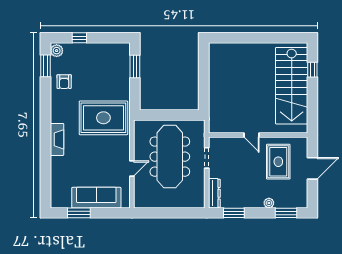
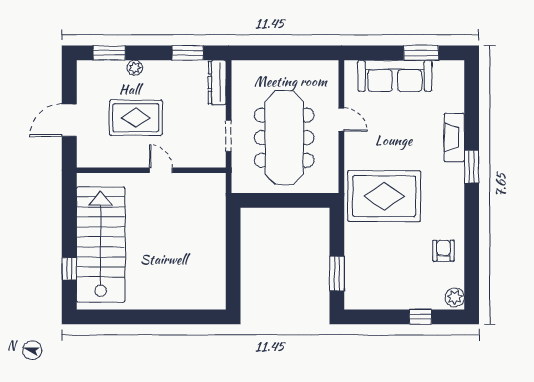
window: (45, 66) -> (472, 167), moved
fireplace: (57, 139) -> (454, 137), moved
rug: (278, 162) -> (136, 118), moved, turned 90
door: (132, 169) -> (341, 120), swing flipped

